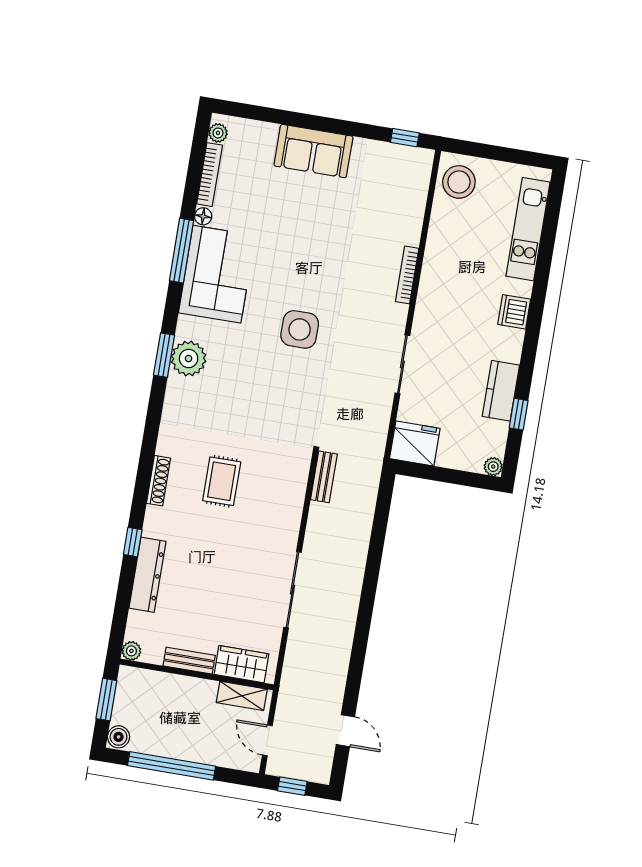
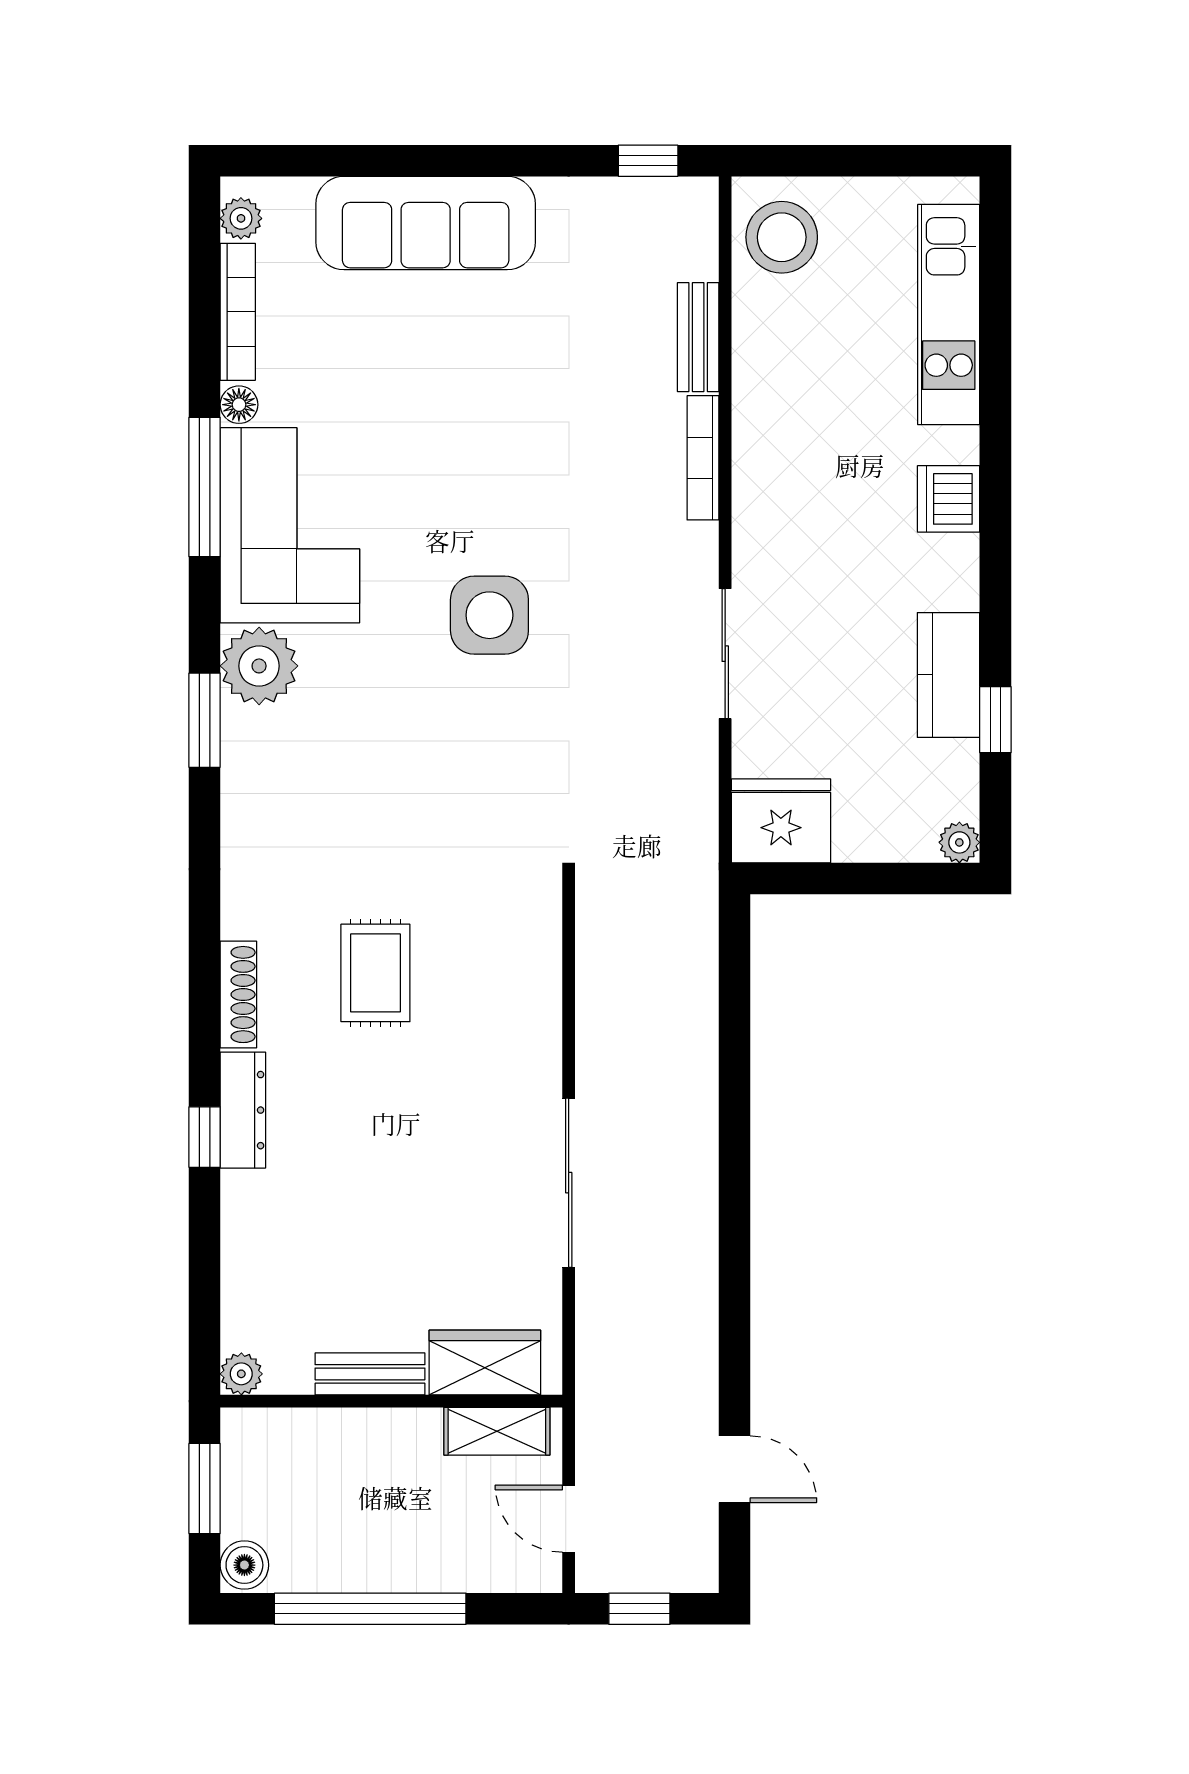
sofa: (313, 151) -> (426, 223), width x1.36
plant: (189, 359) -> (259, 666), moved
bench: (324, 477) -> (698, 337), moved
dresser: (147, 575) -> (243, 1110), moved, width x0.73, depth x0.80

